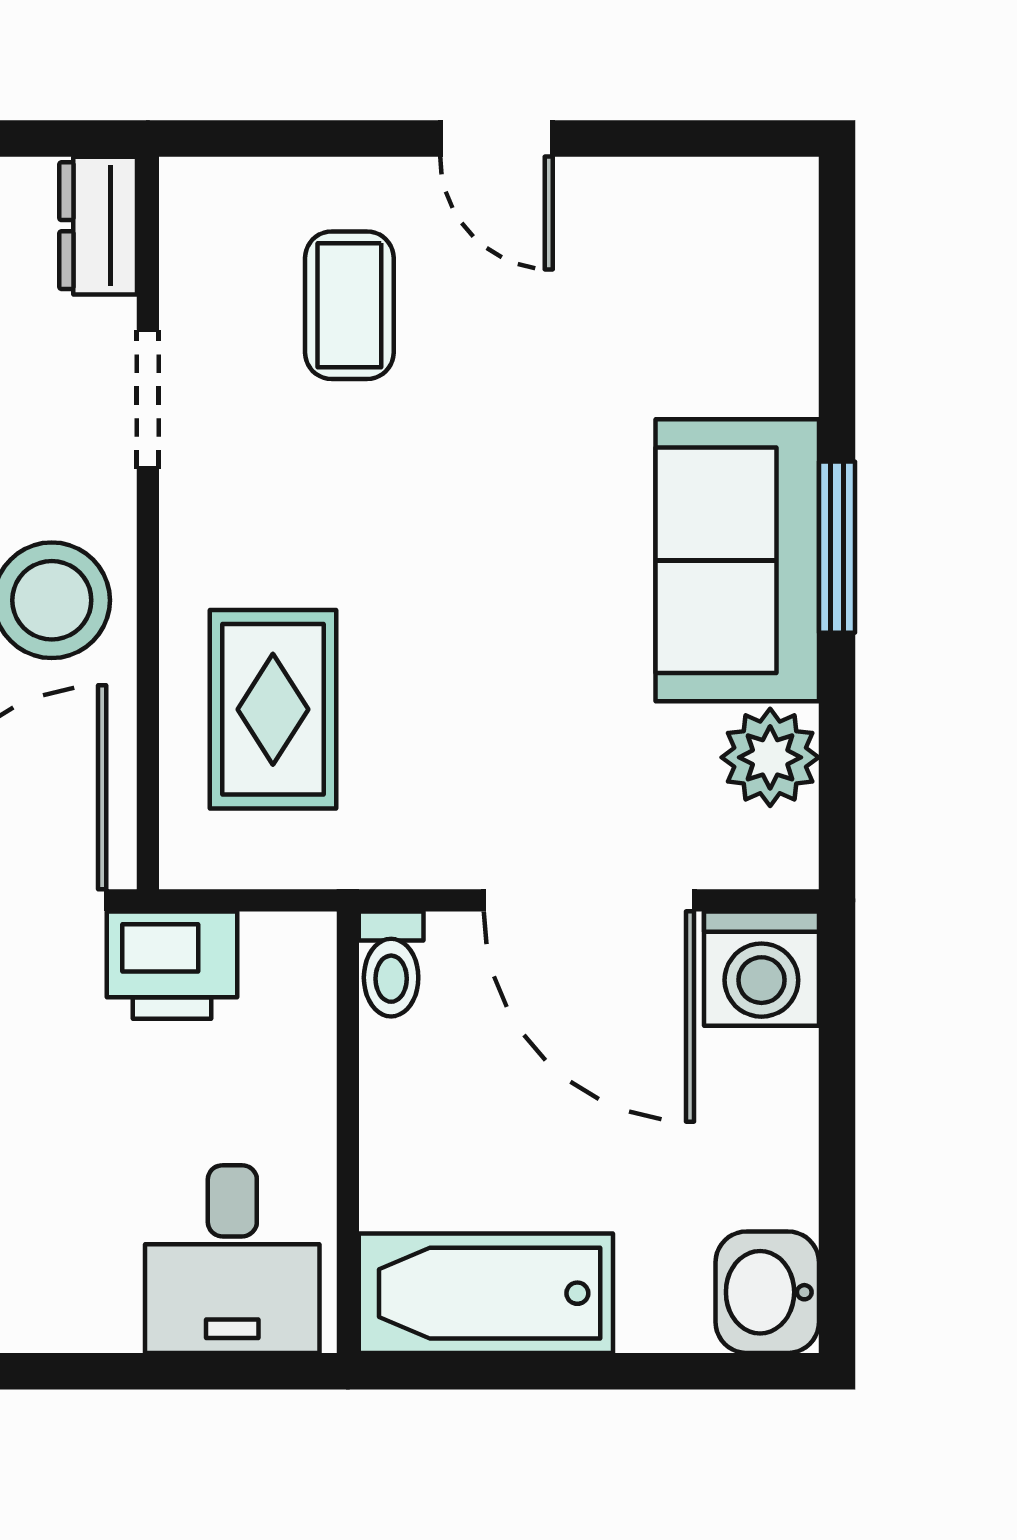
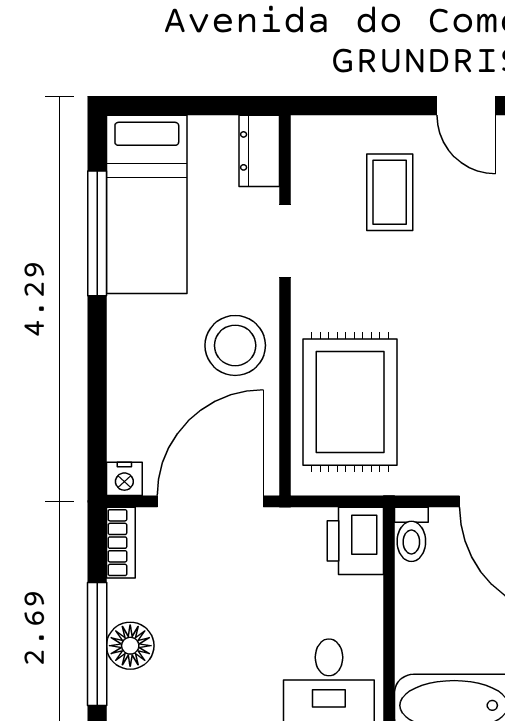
rug: (273, 709) -> (350, 402), width x1.36, depth x1.43
printer: (172, 965) -> (355, 541), moved, turned 90

